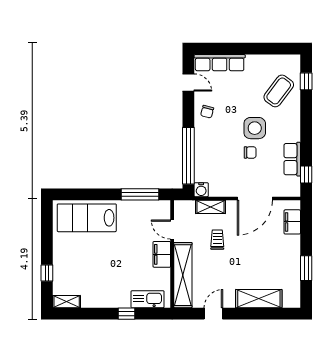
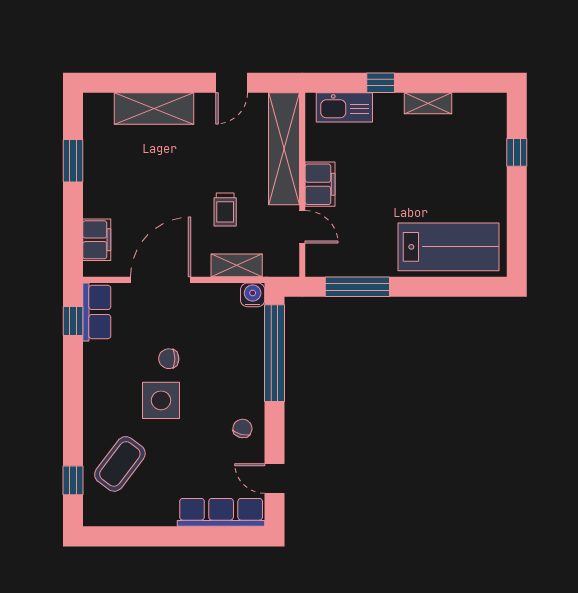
row of seats: (292, 159) -> (97, 312), moved
shelving: (67, 302) -> (428, 103), moved

